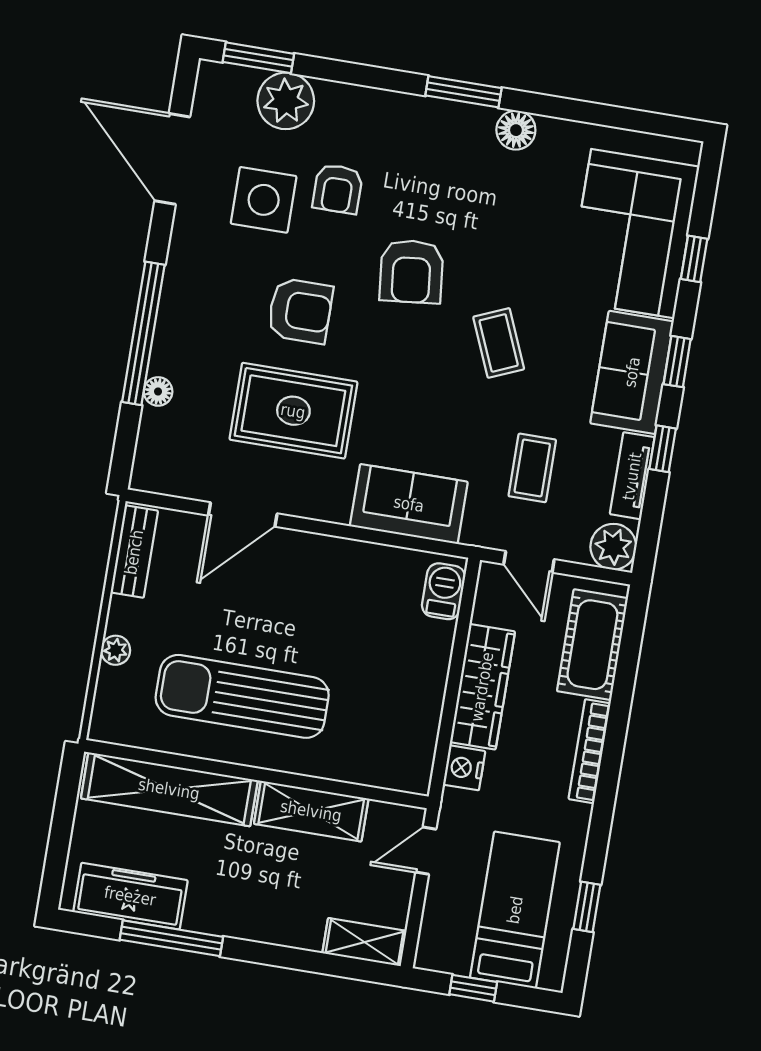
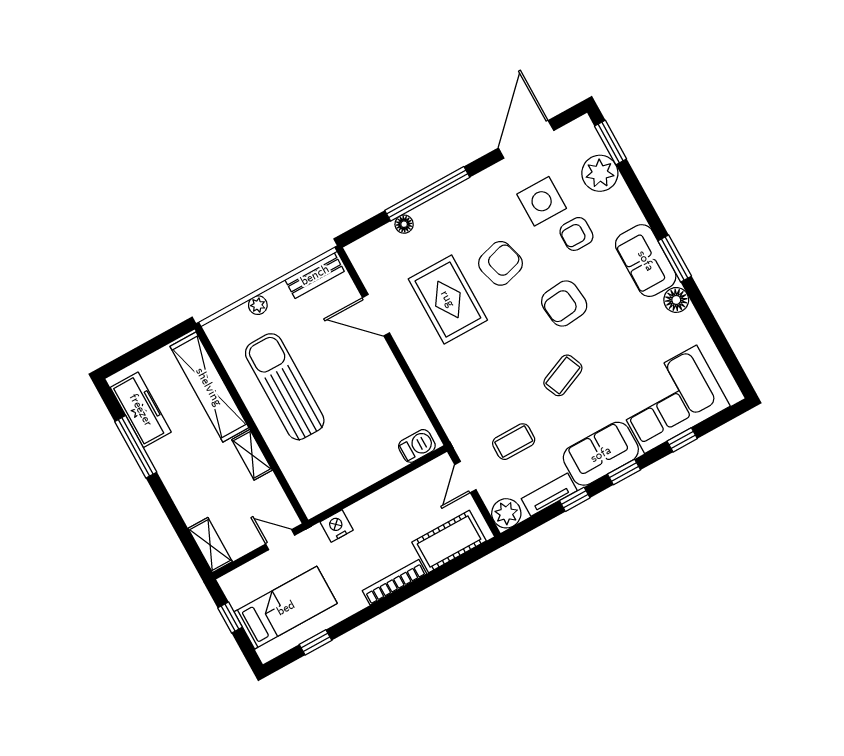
armchair: (300, 311) -> (501, 263), turned -106
sofa: (409, 504) -> (646, 261), moved, turned 180
wardrobe: (482, 687) -> (384, 503), removed
shelving: (311, 811) -> (252, 455), width x0.67, depth x0.75

